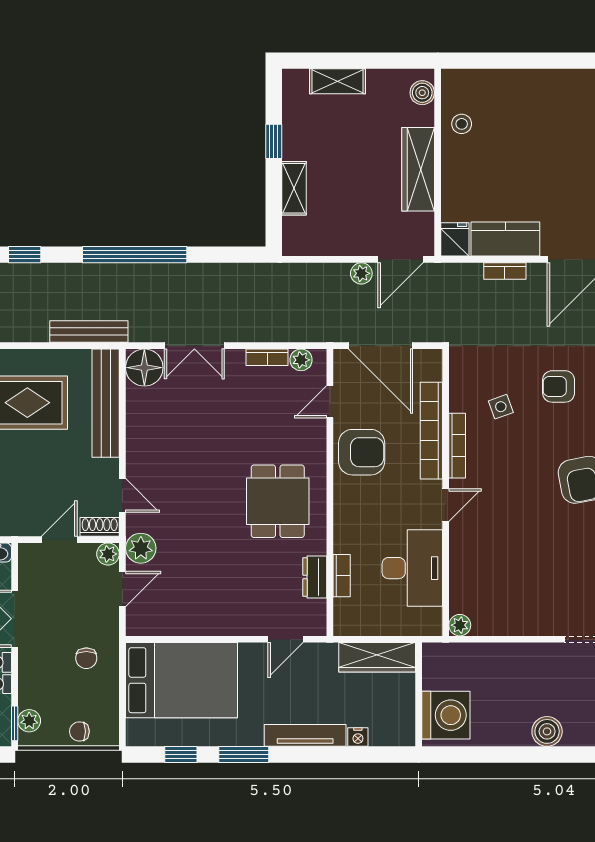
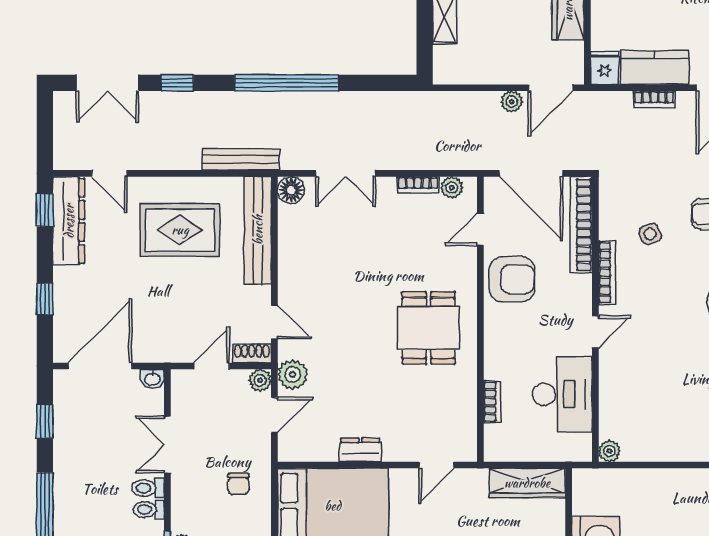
floor lamp: (144, 368) -> (291, 190), width x0.73, depth x0.73
bookcase: (431, 431) -> (581, 225), moved
dresser: (315, 577) -> (360, 450), moved, turned 90

